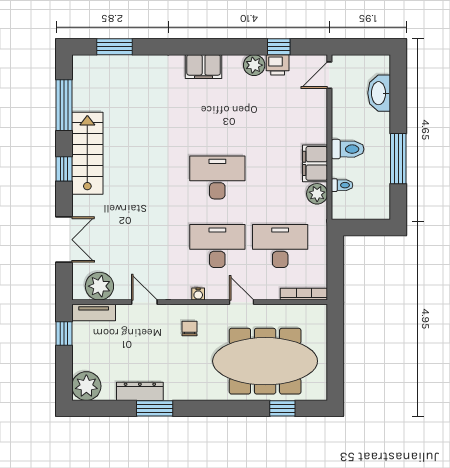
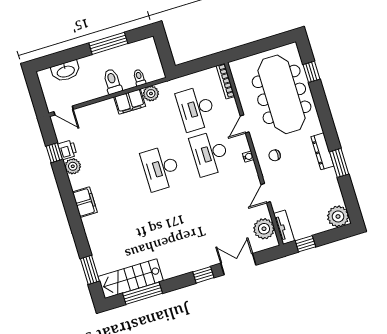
stairs: (87, 153) -> (131, 279), moved
window: (64, 169) -> (203, 275), moved
dresser: (140, 391) -> (322, 151), moved

